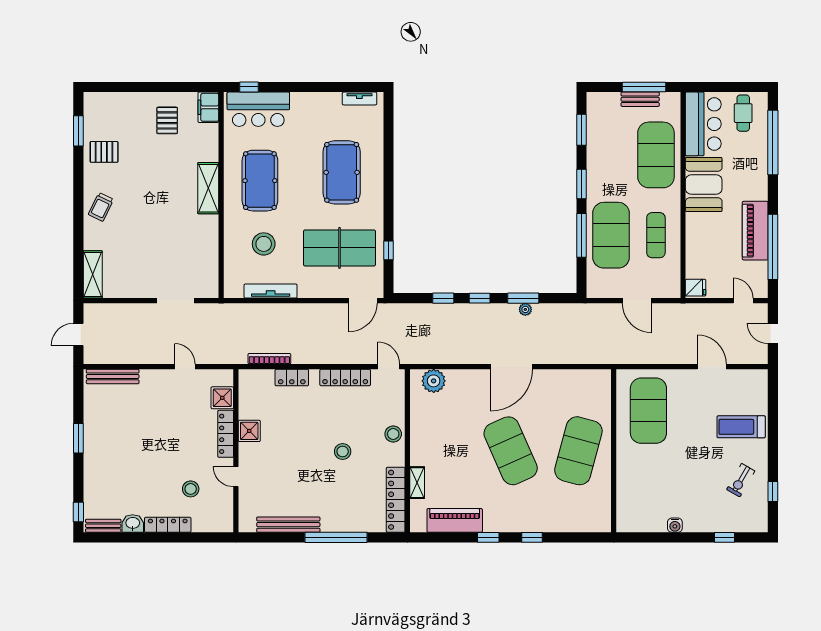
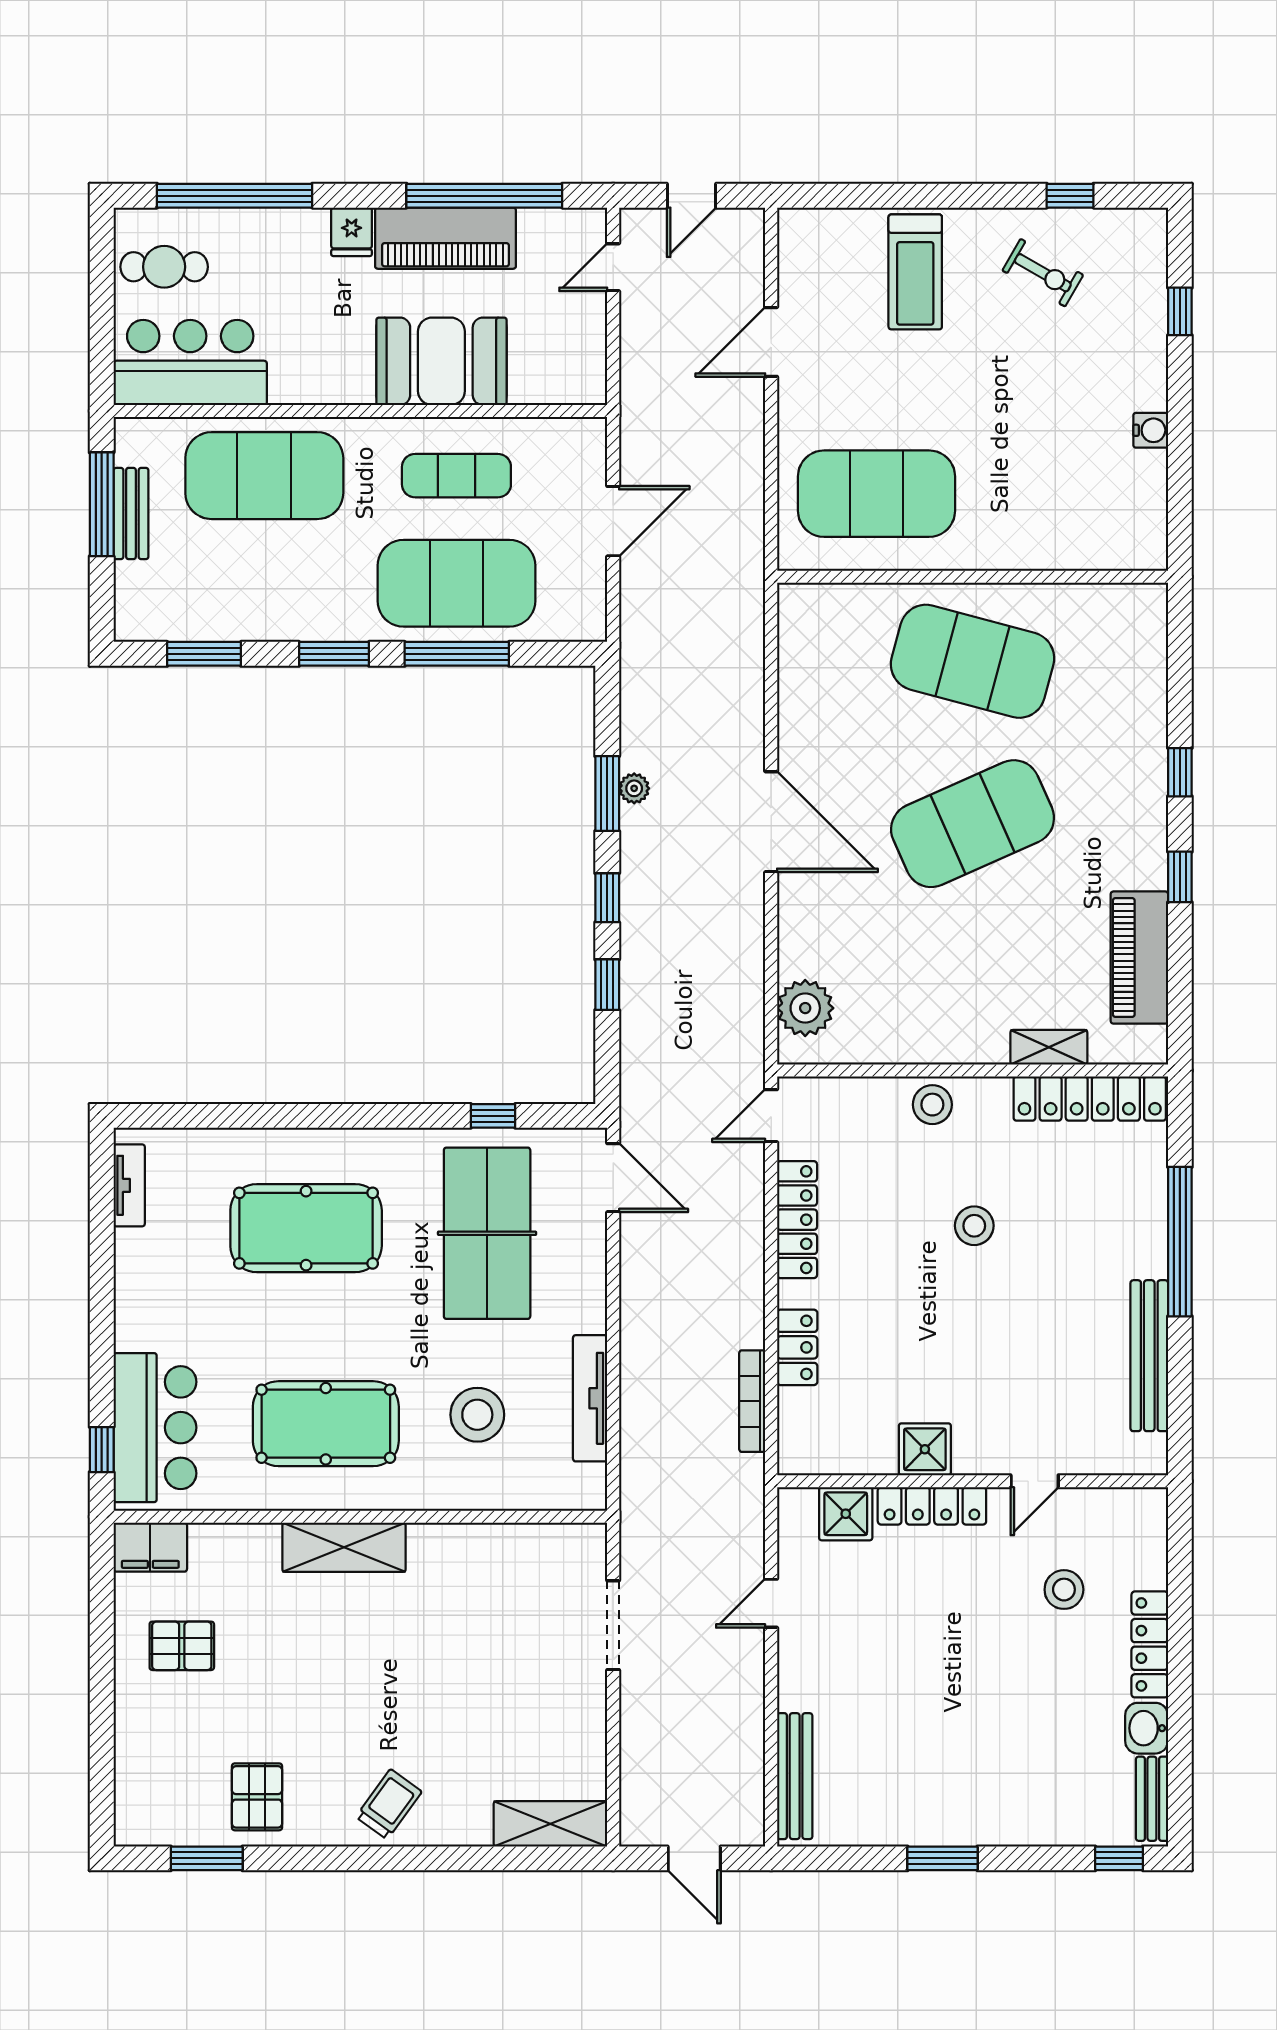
booth: (704, 185) -> (441, 361), moved
trolley: (101, 207) -> (389, 1804), turned -80
fridge: (696, 288) -> (352, 232), moved, turned 180

